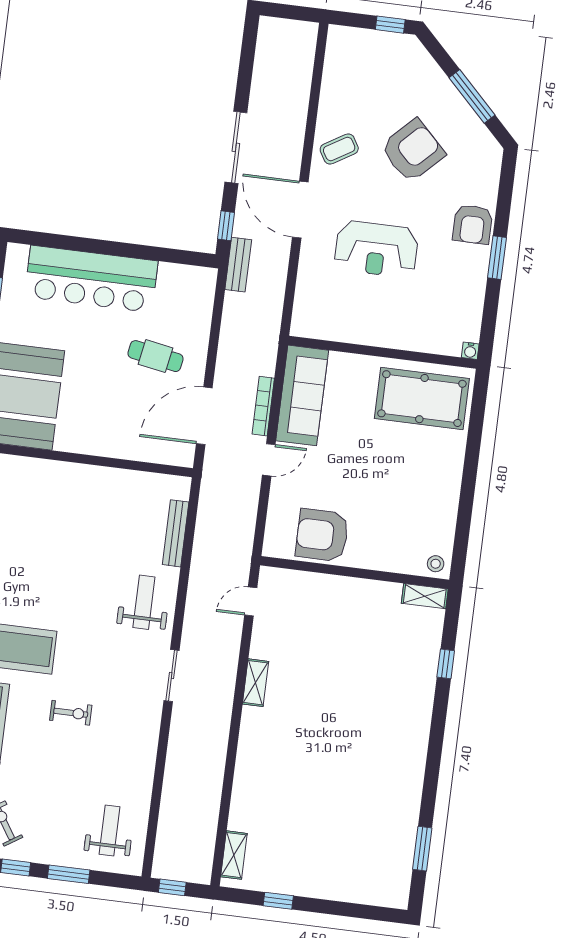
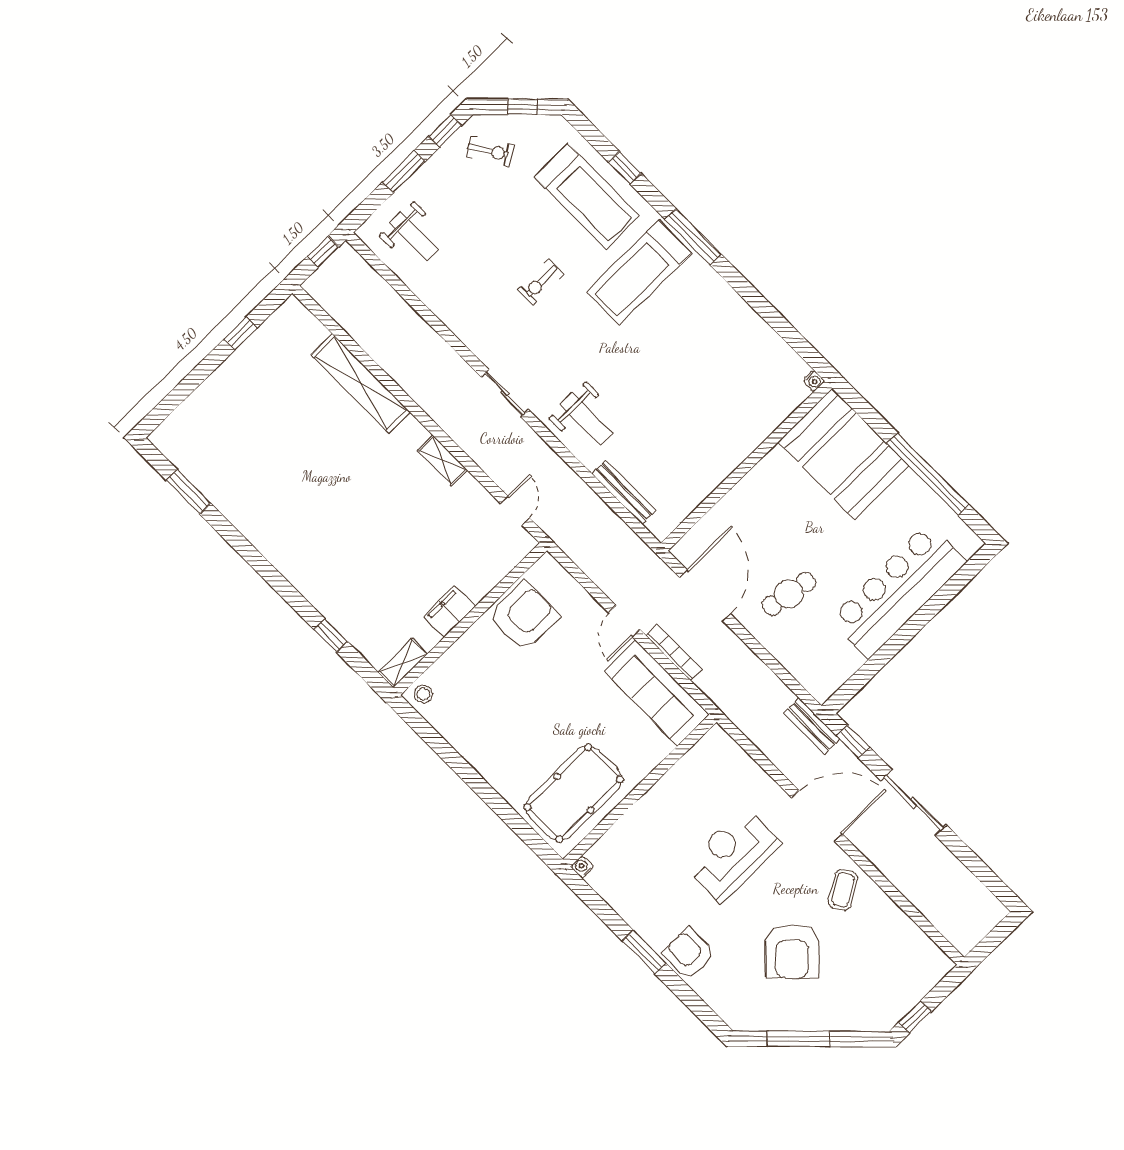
filing cabinet: (361, 592) -> (449, 612), added
shelving: (234, 855) -> (361, 383), moved, width x2.20, depth x1.33

